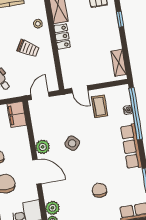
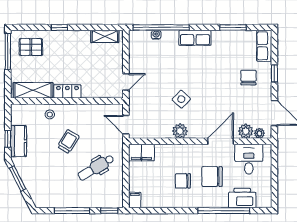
trolley: (28, 49) -> (68, 142), moved
coffee table: (100, 106) -> (147, 64), removed
row of seats: (131, 146) -> (195, 38), width x0.68
door: (37, 172) -> (221, 141), moved
chair: (99, 190) -> (248, 78), moved, turned 90

